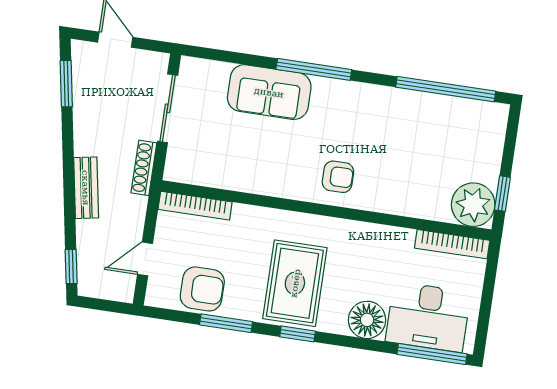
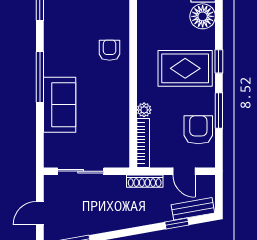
shoe rack: (144, 168) -> (145, 181), moved
bench: (86, 188) -> (193, 209), moved
plant: (243, 214) -> (144, 110), added
window: (71, 266) -> (177, 223), moved

